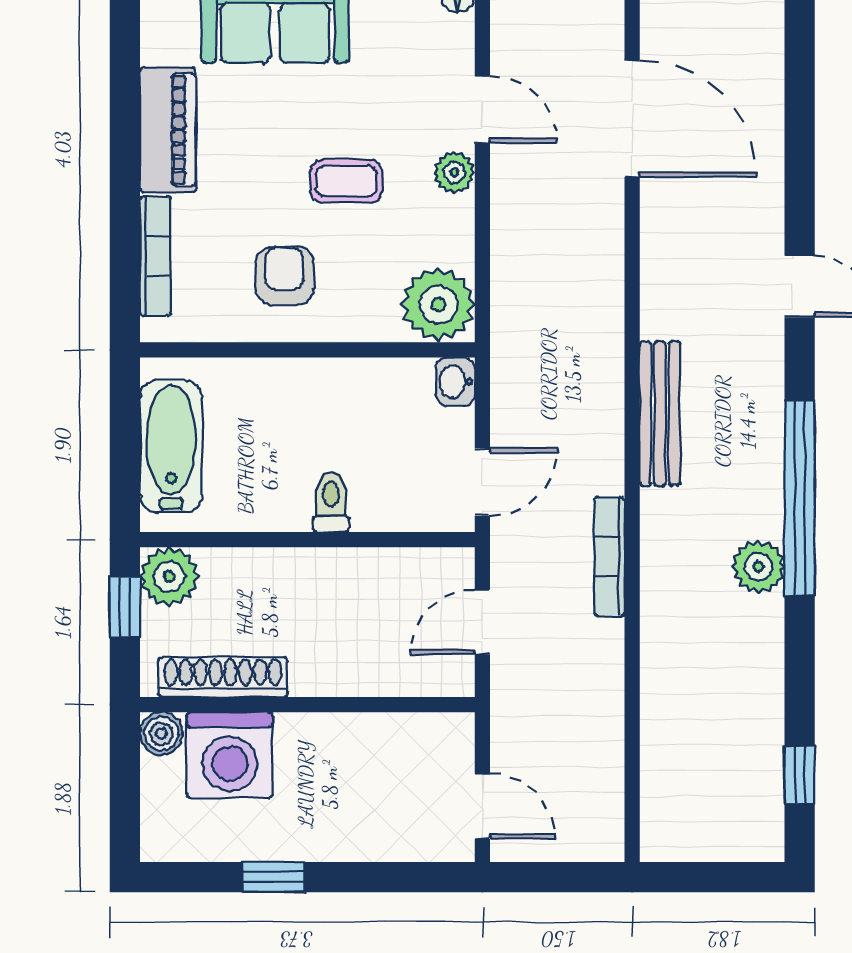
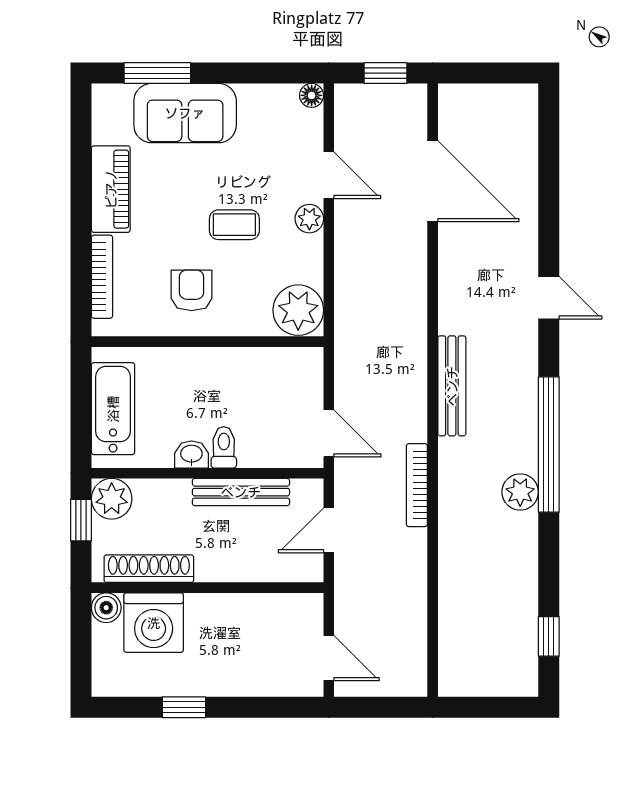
washbasin: (455, 382) -> (191, 454), moved, turned 90
door: (482, 482) -> (329, 433), hinge flipped
bench: (356, 567) -> (241, 492), added

